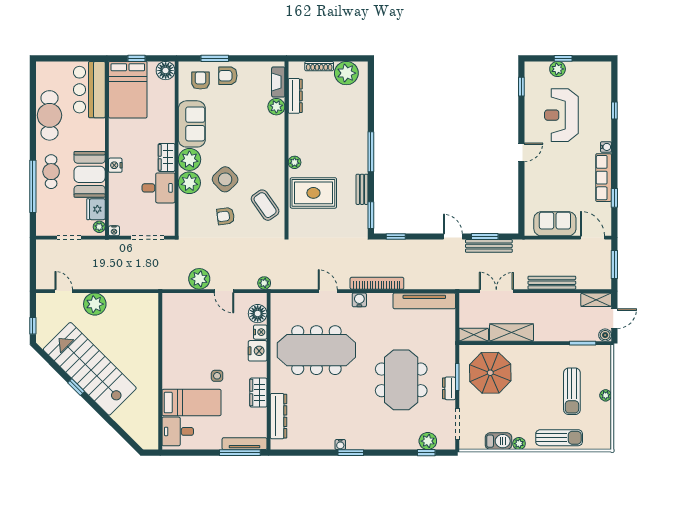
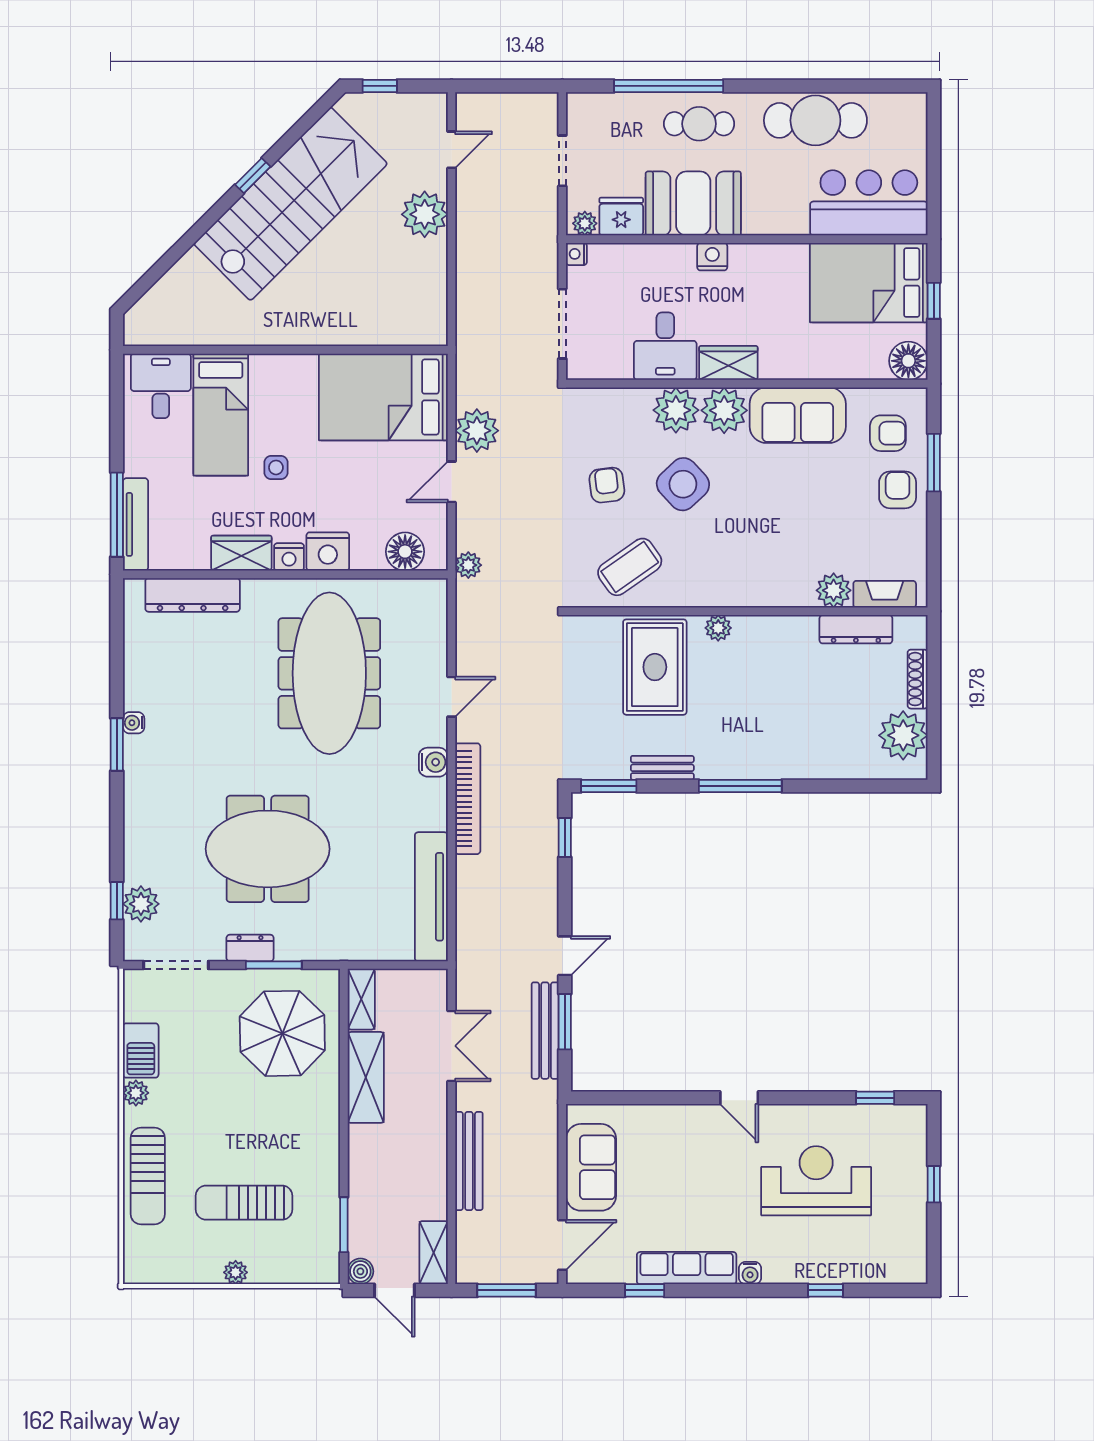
plant: (558, 69) -> (912, 1173), removed
bed: (183, 324) -> (383, 397), added
nightstand: (260, 332) -> (289, 557), moved

